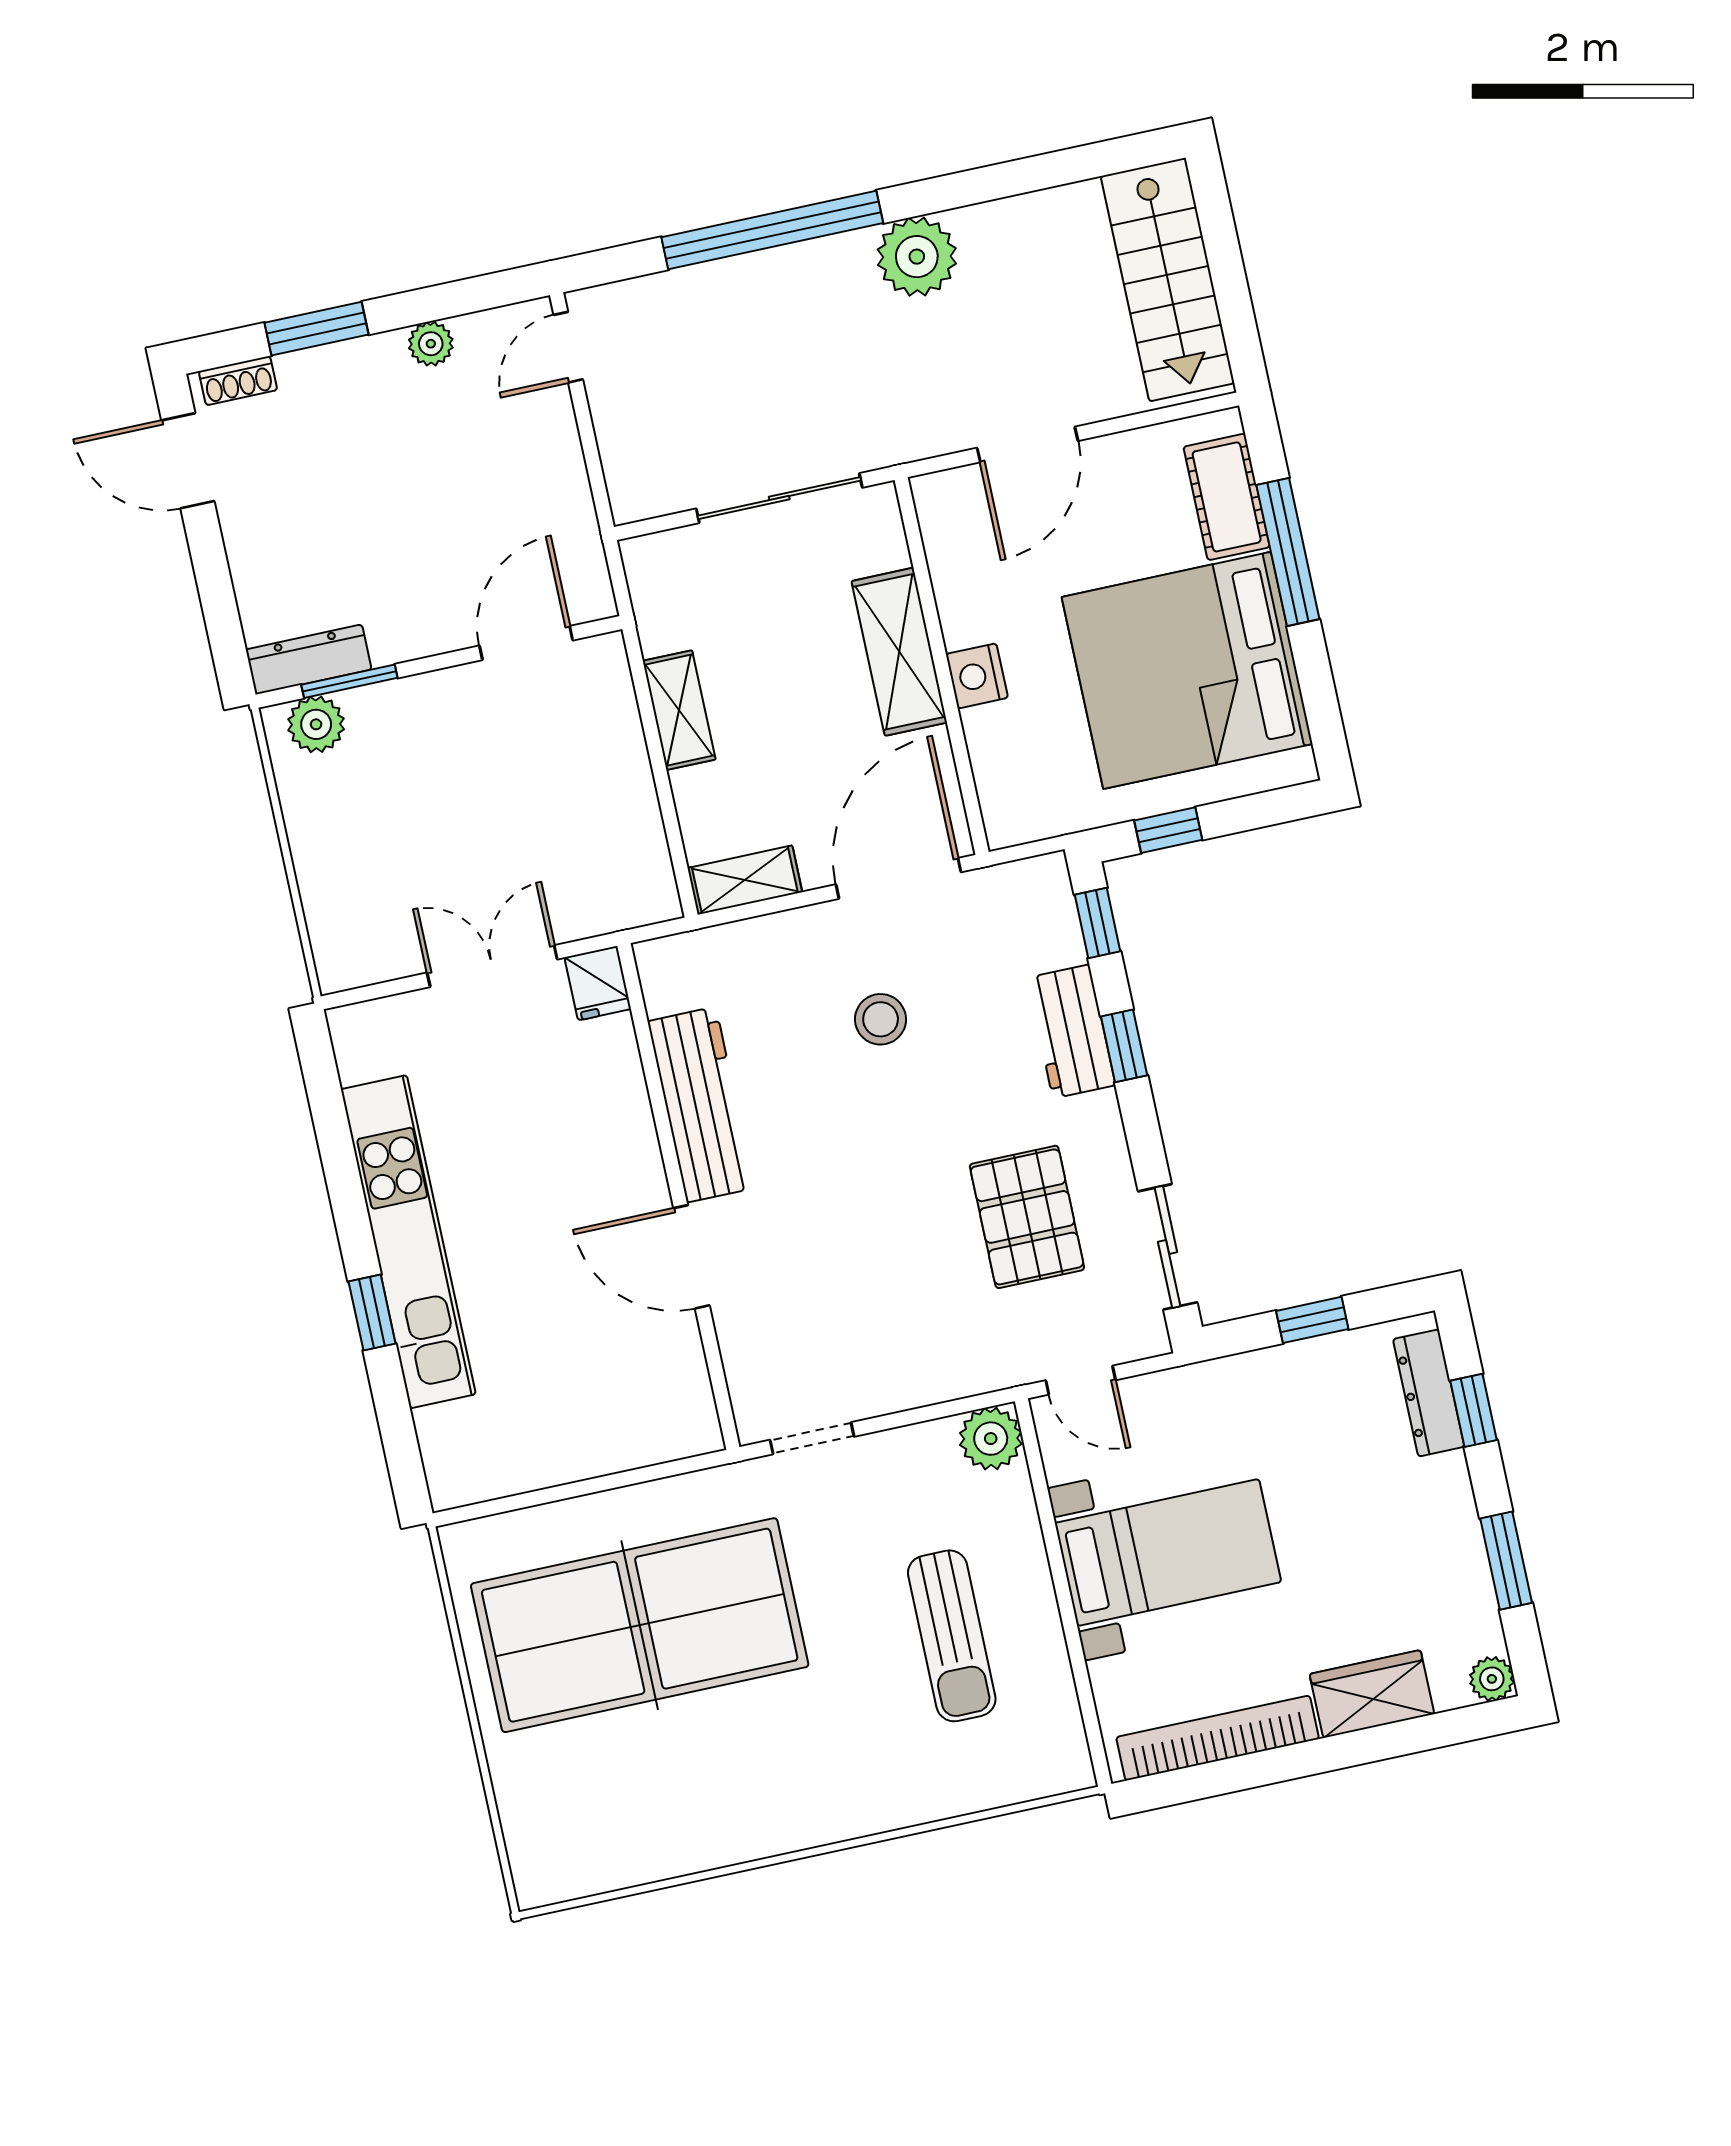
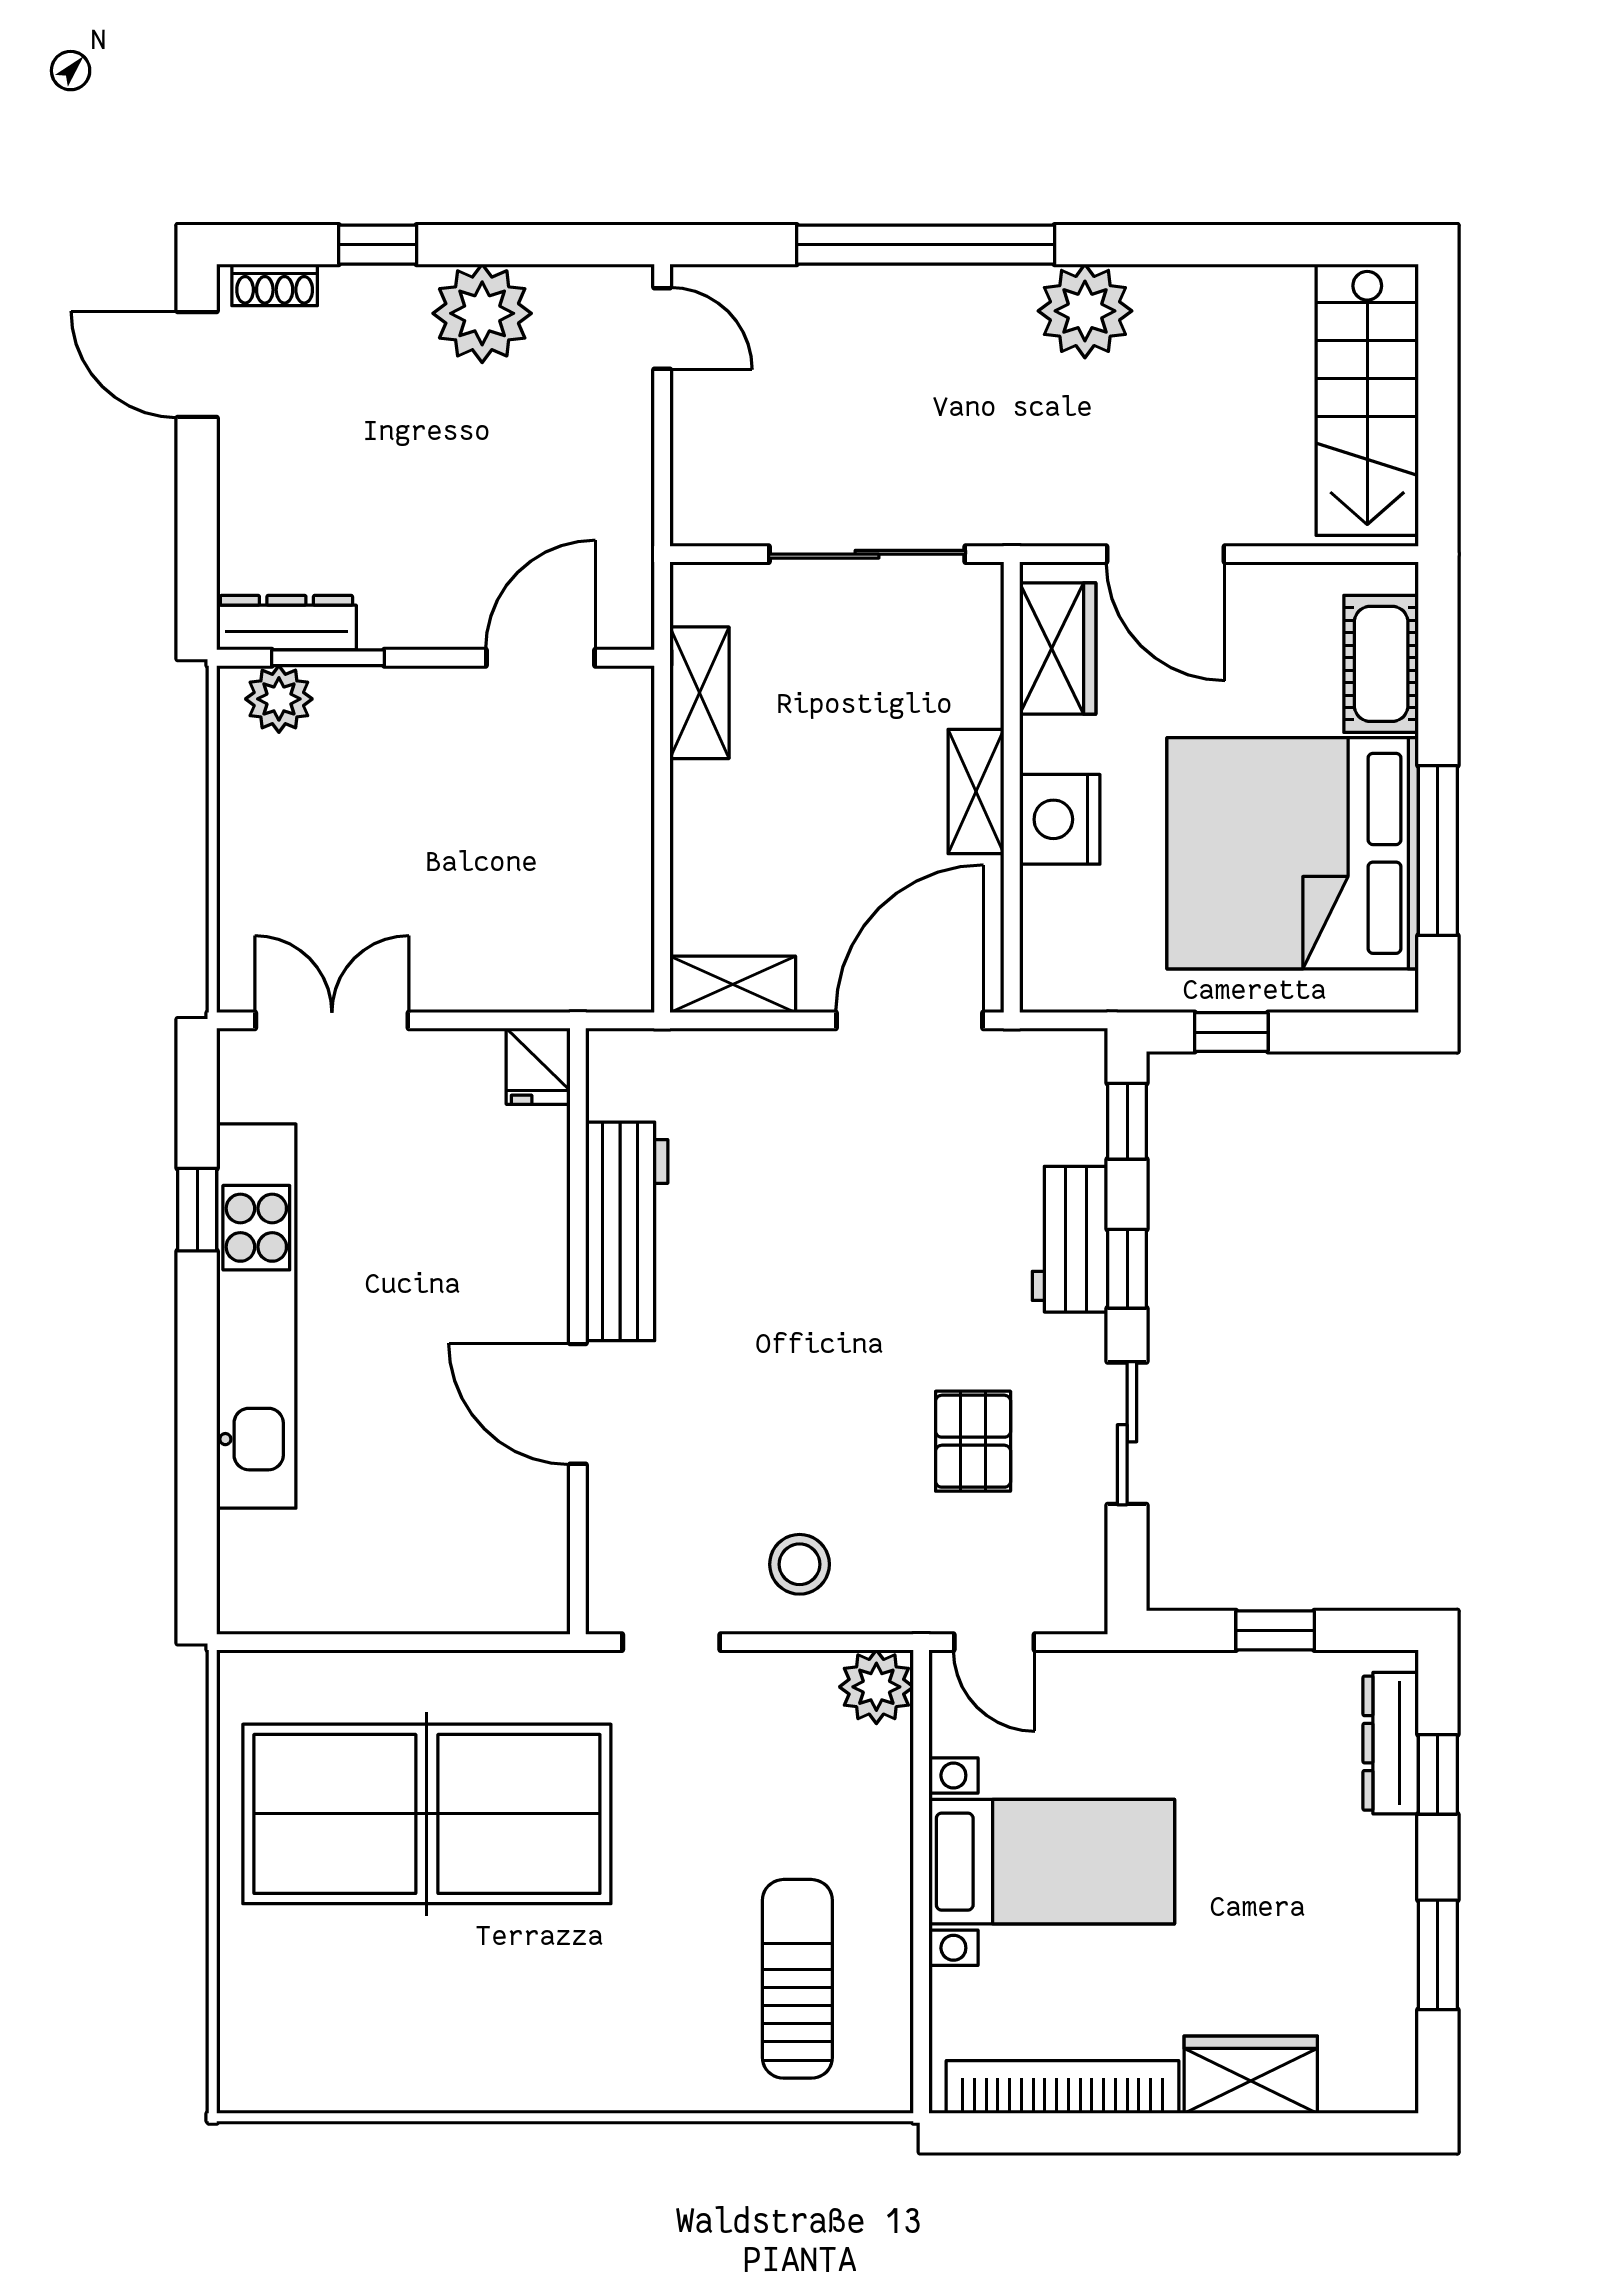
window: (317, 329) -> (378, 245), width x0.67
plant: (431, 344) -> (482, 313), width x1.88, depth x1.88
door: (568, 347) -> (662, 328), swing flipped
door: (1027, 444) -> (1165, 554), hinge flipped
wardrobe: (955, 542) -> (1058, 649), added
window: (1288, 552) -> (1438, 851), moved
shelving: (899, 652) -> (976, 792), width x0.67, depth x0.75
nightstand: (977, 676) -> (1060, 819), width x1.36, depth x1.33
shelving: (679, 710) -> (699, 693), moved
double door: (492, 966) -> (332, 1020), moved
stool: (881, 1019) -> (800, 1564), moved
pallet: (1027, 1217) -> (973, 1441), width x0.67, depth x0.71
sliding door: (1168, 1247) -> (1127, 1433), moved
window: (372, 1313) -> (197, 1210), moved
sun lounger: (952, 1636) -> (797, 1979), moved, turned 180
plant: (1492, 1679) -> (1392, 2087), removed

